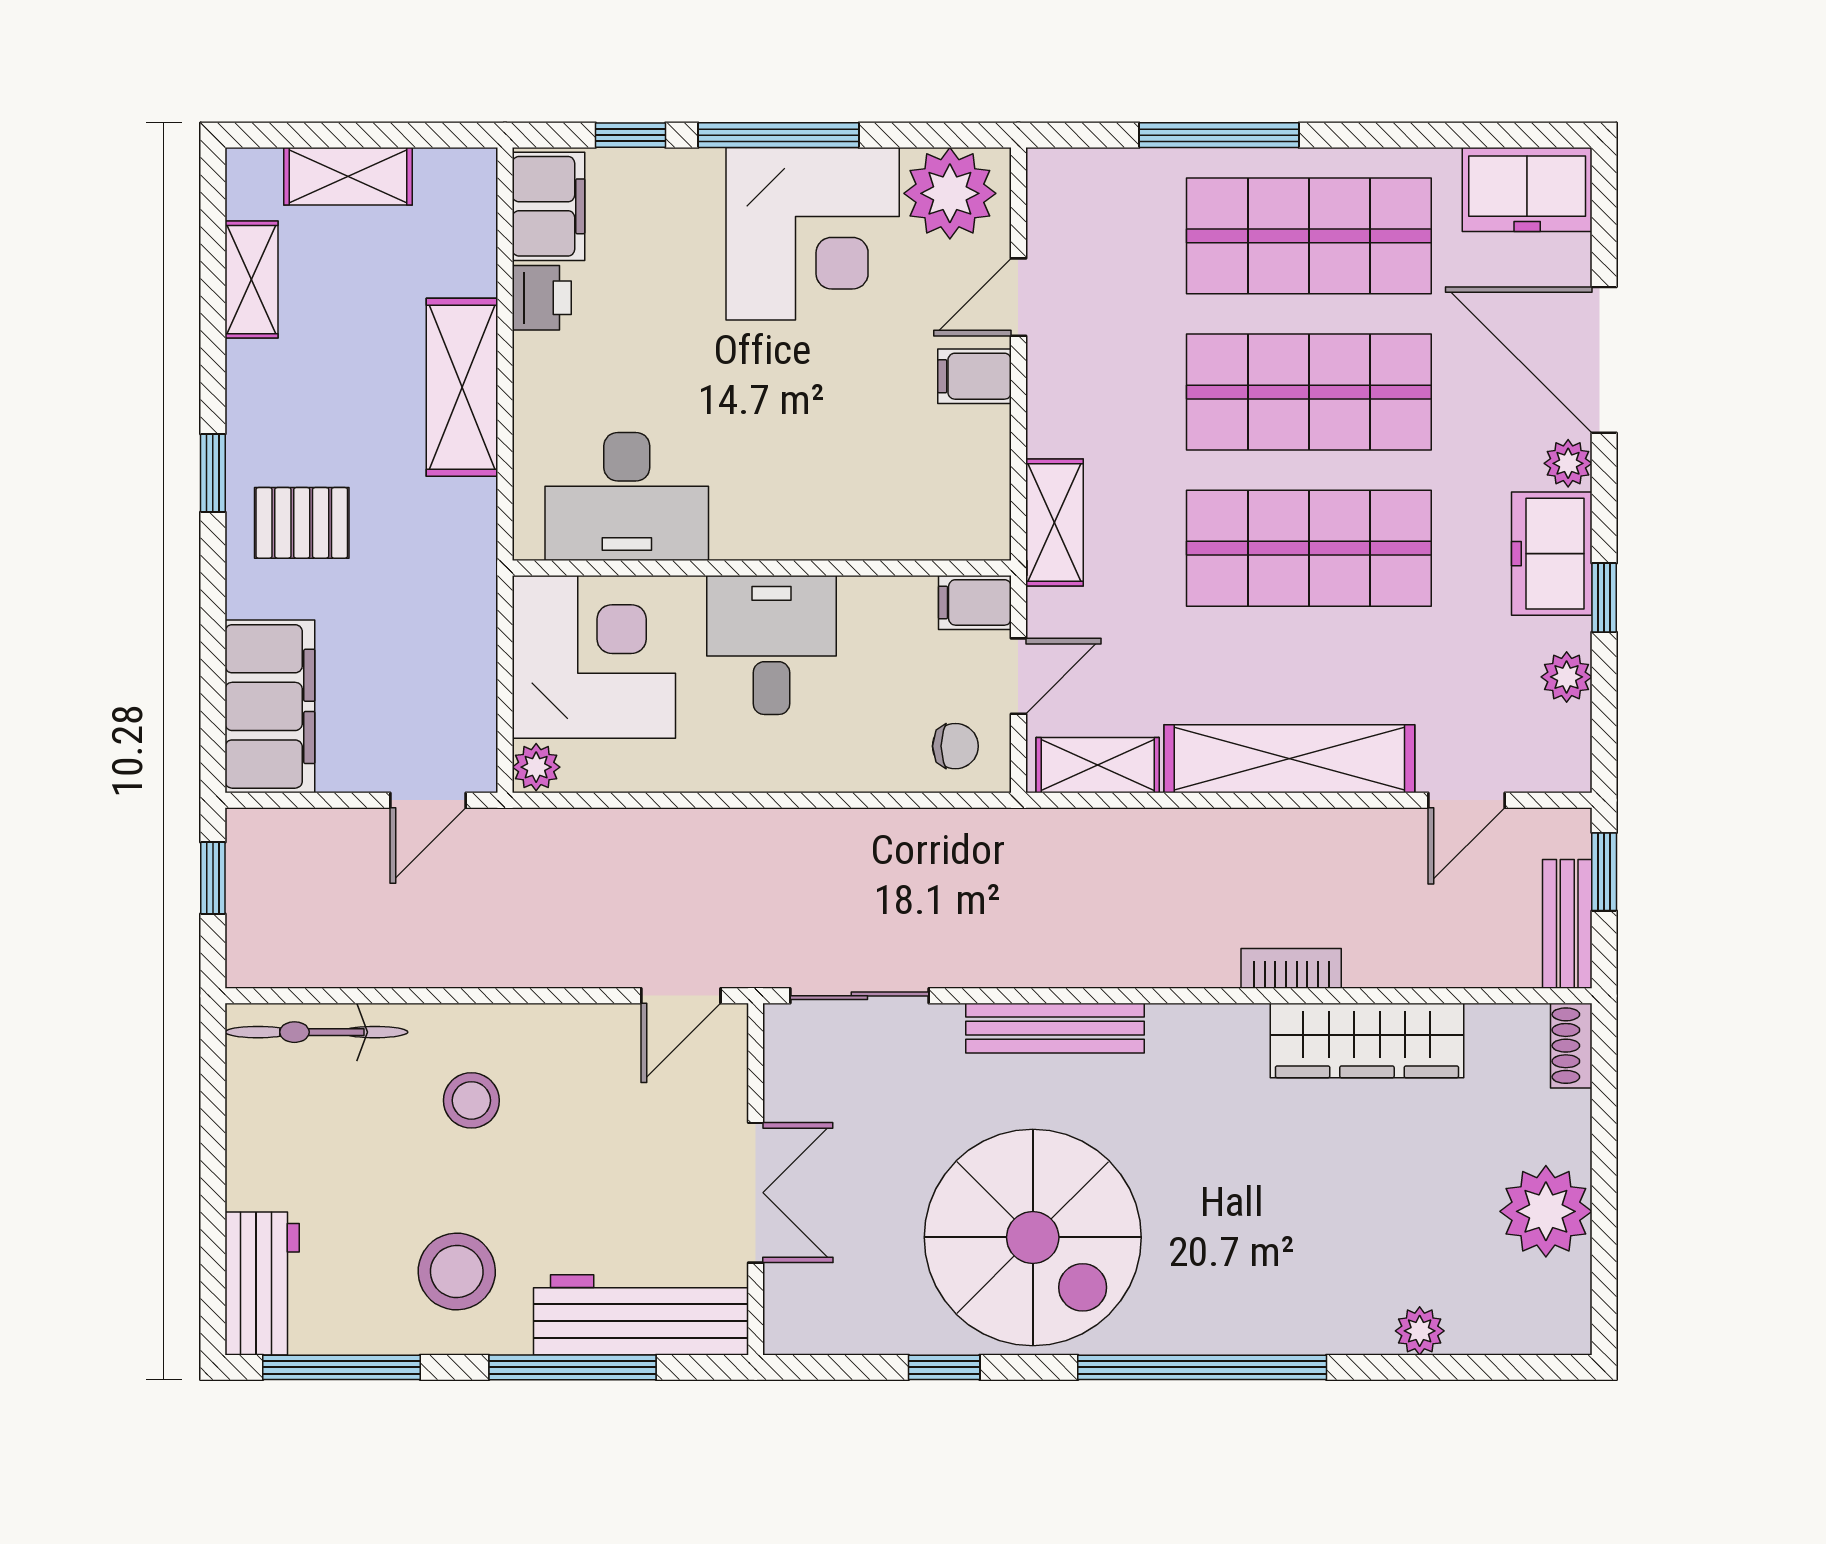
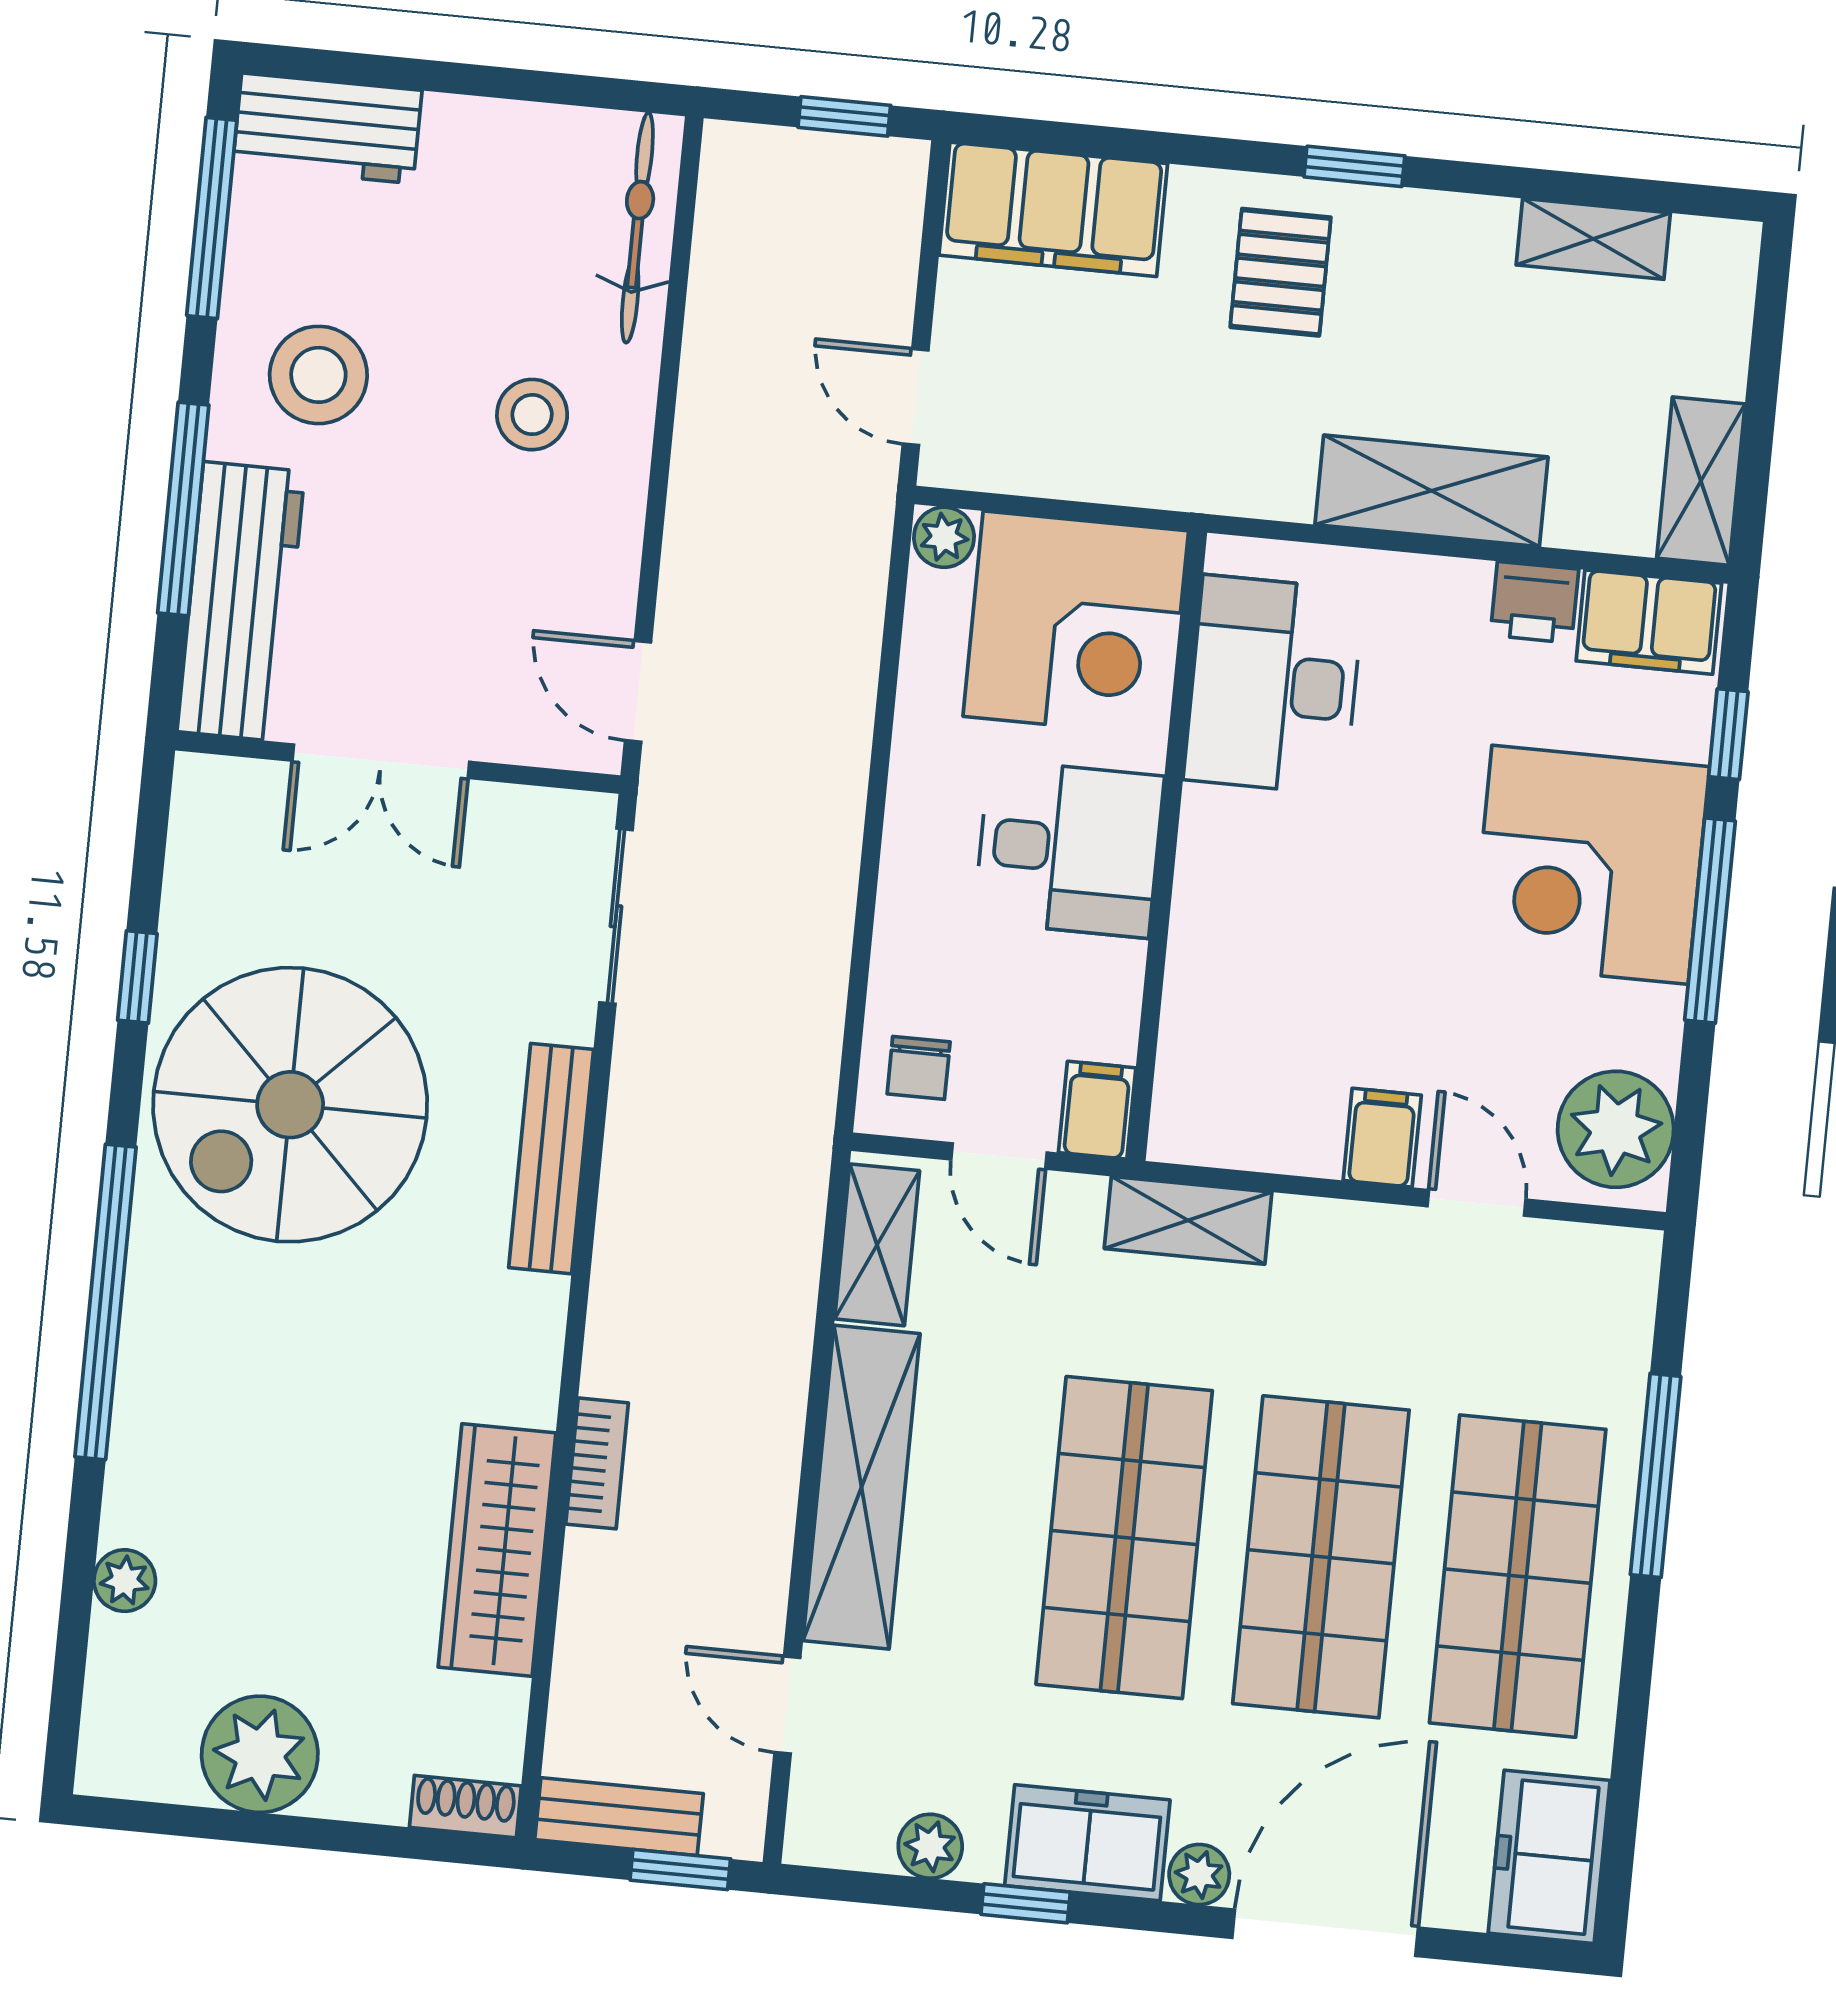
shelving: (348, 176) -> (1701, 481), moved
corner desk: (813, 234) -> (1590, 865), moved

